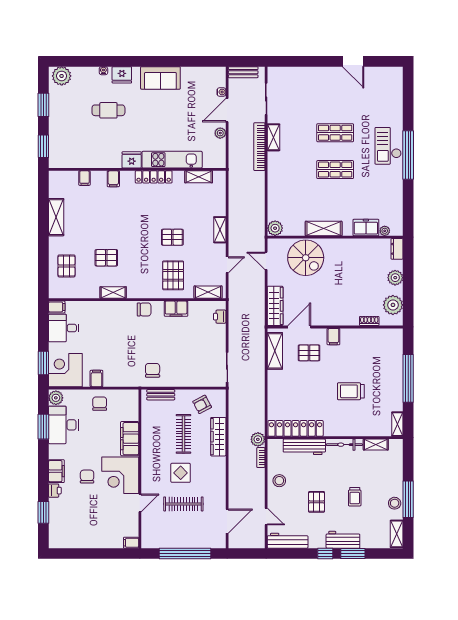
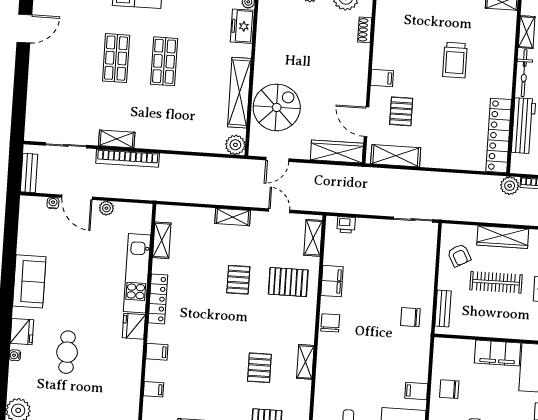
shelving: (324, 229) -> (239, 93), width x1.47

